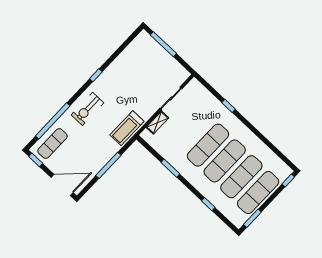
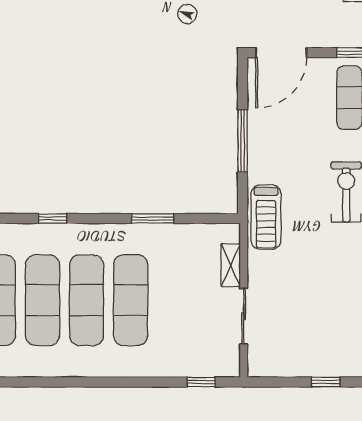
window: (163, 44) -> (326, 382), width x0.46
window: (229, 106) -> (201, 382), moved
treadmill: (127, 128) -> (266, 217), turned 180

